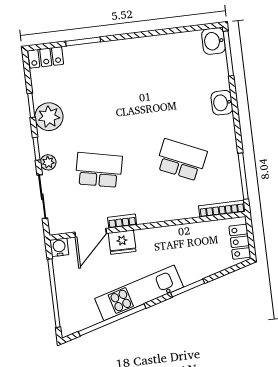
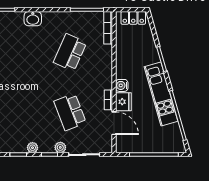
plant: (49, 117) -> (33, 148), width x0.53, depth x0.53
school desk: (99, 170) -> (70, 112), turned -33
water cooler: (59, 247) -> (122, 85), moved

